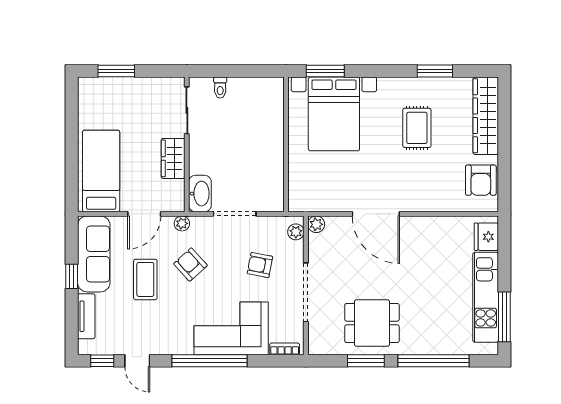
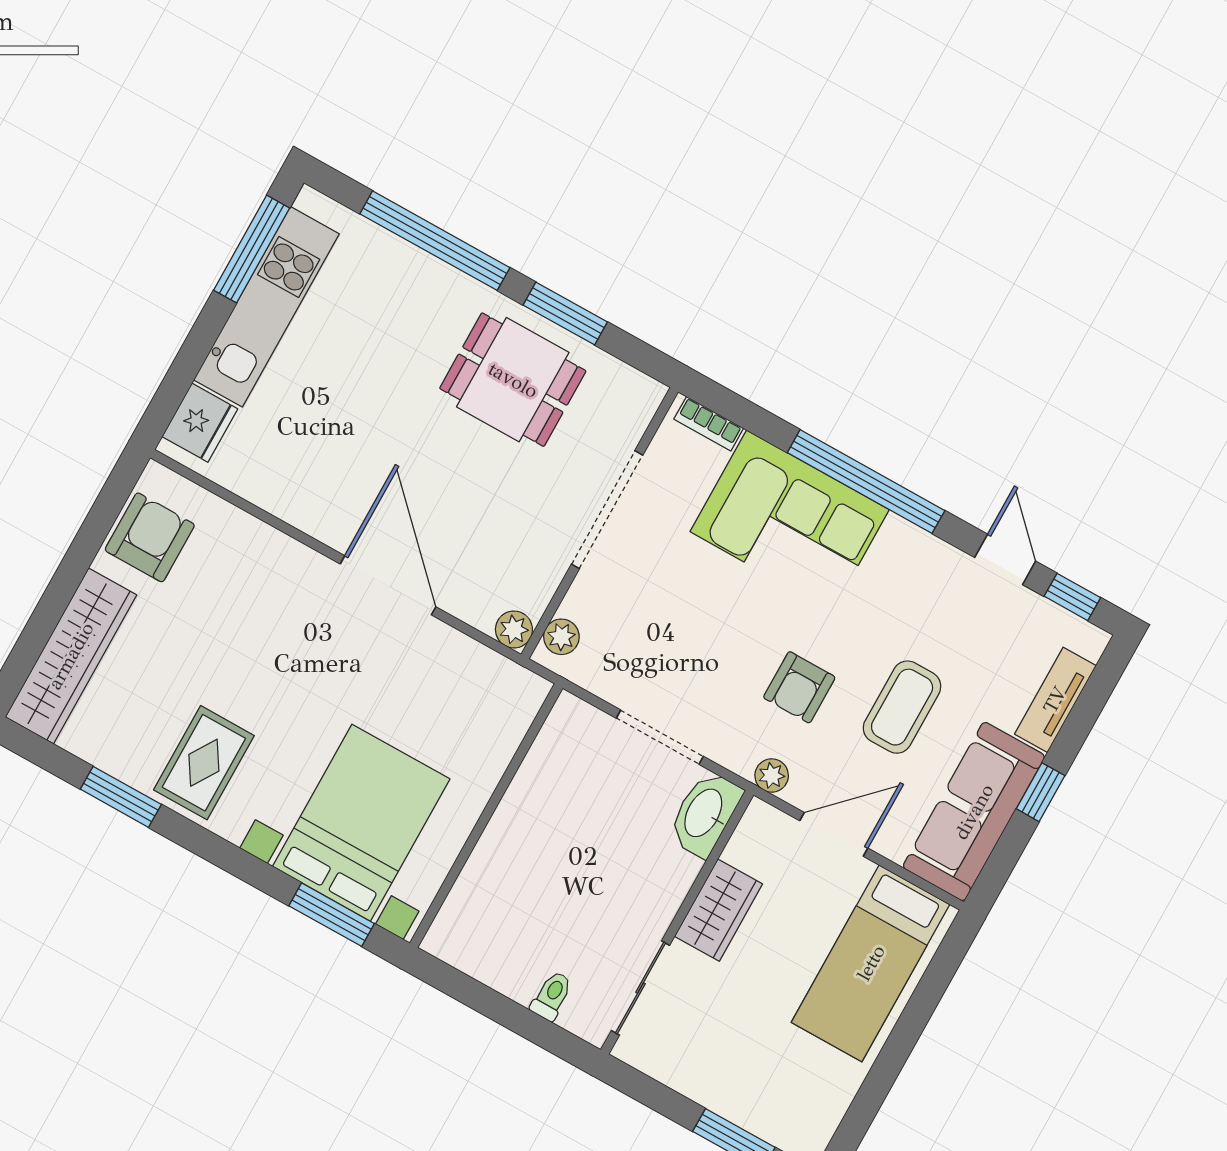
rug: (417, 128) -> (204, 763), moved
armchair: (190, 265) -> (799, 687), turned 42
armchair: (260, 265) -> (666, 612), removed

